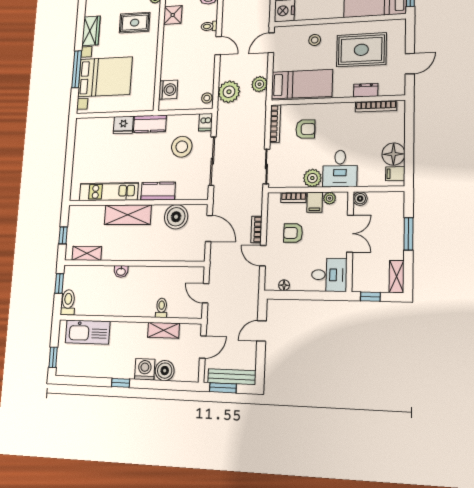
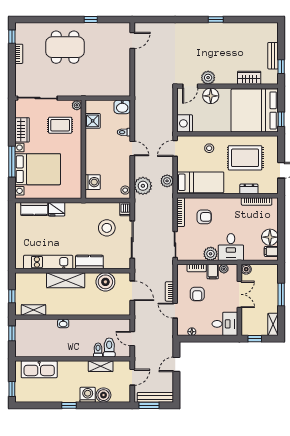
kitchen counter: (150, 124) -> (34, 209), moved
armchair: (293, 233) -> (197, 294), turned -90
toilet: (68, 302) -> (109, 347), moved

